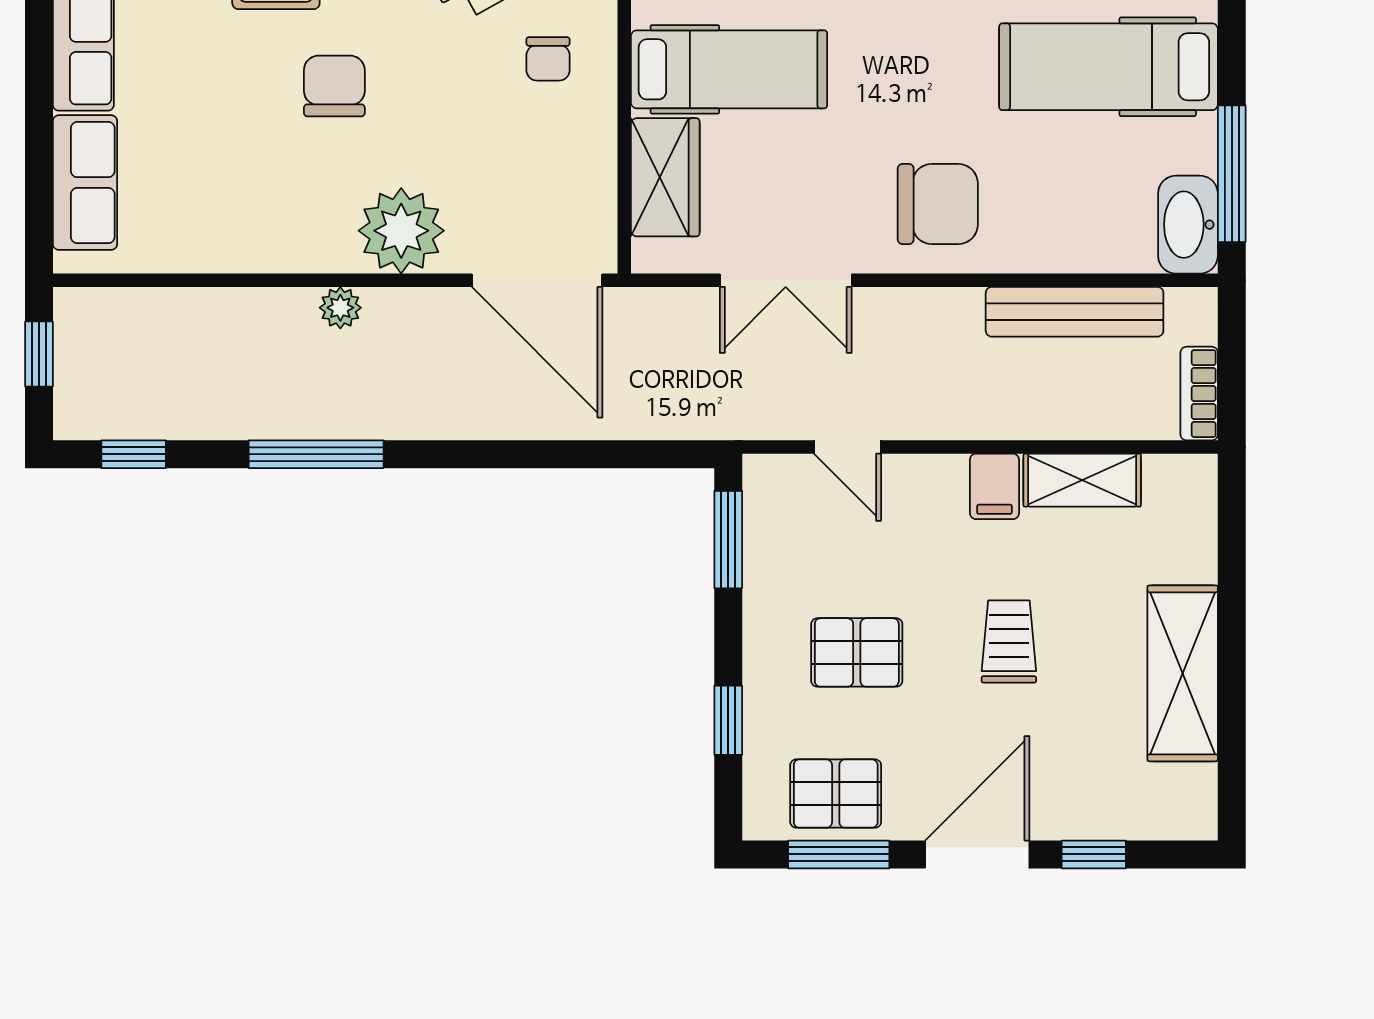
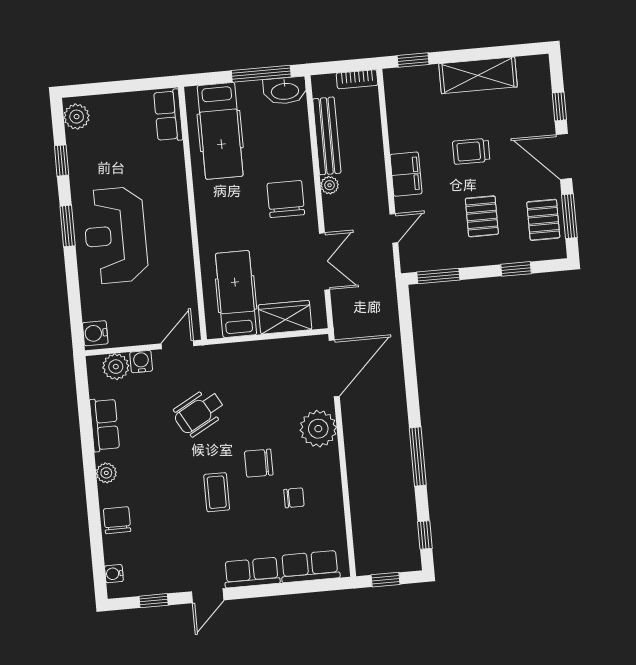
chair: (548, 59) -> (294, 498), moved
plant: (340, 308) -> (330, 185), moved
shelving: (1082, 480) -> (399, 126), removed
filing cabinet: (994, 486) -> (406, 174), width x2.00
window: (1232, 527) -> (413, 60), added

